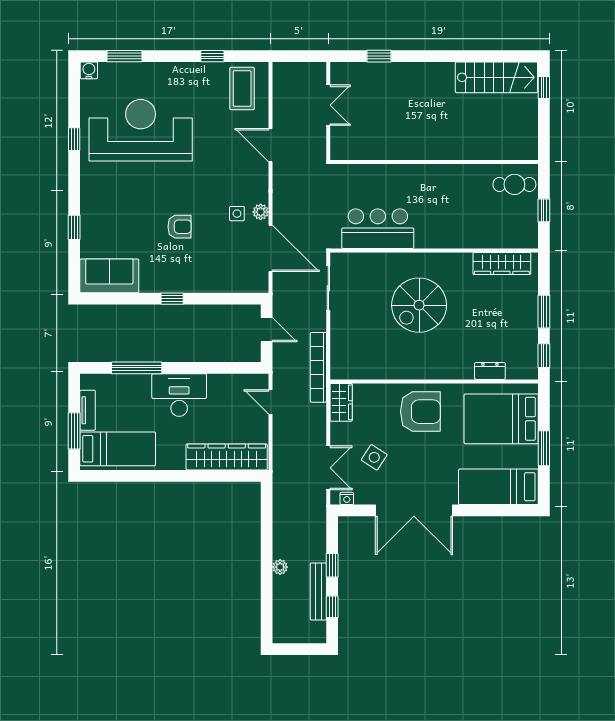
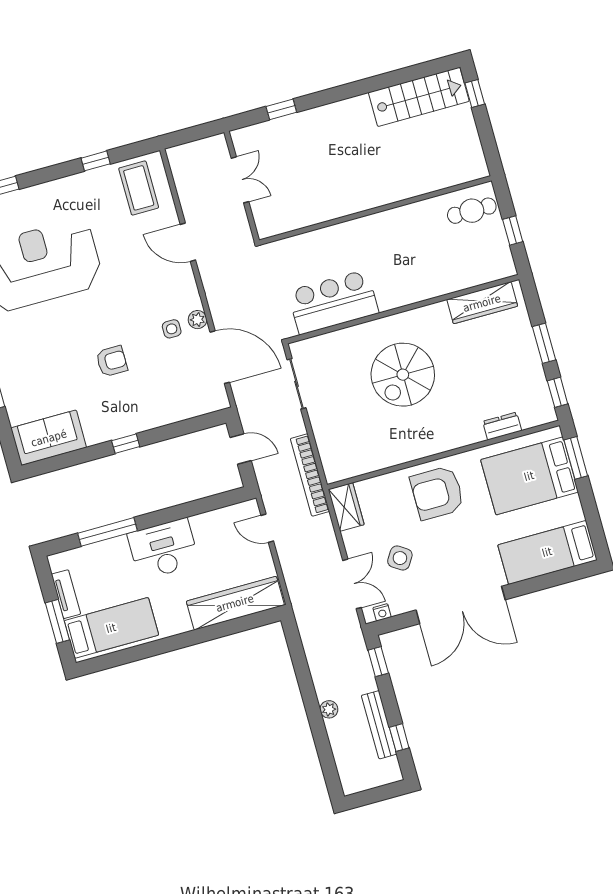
armchair: (420, 412) -> (437, 493), turned 180
window: (544, 448) -> (576, 458), moved
window: (332, 565) -> (378, 662), moved

